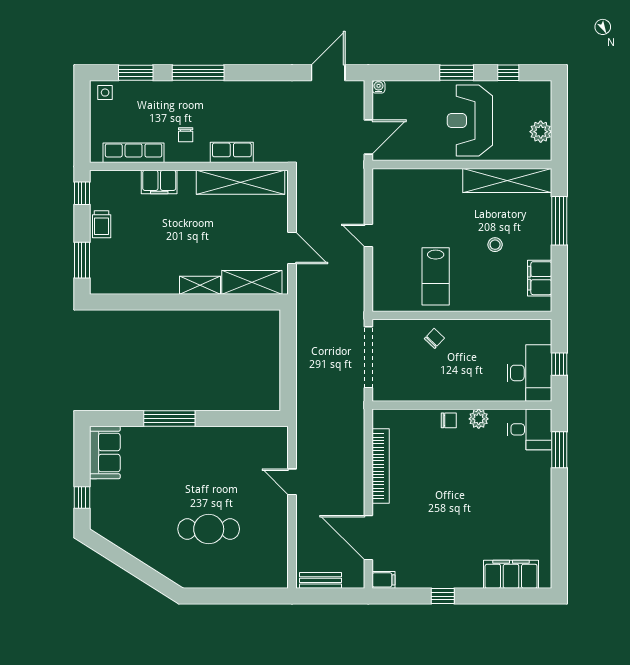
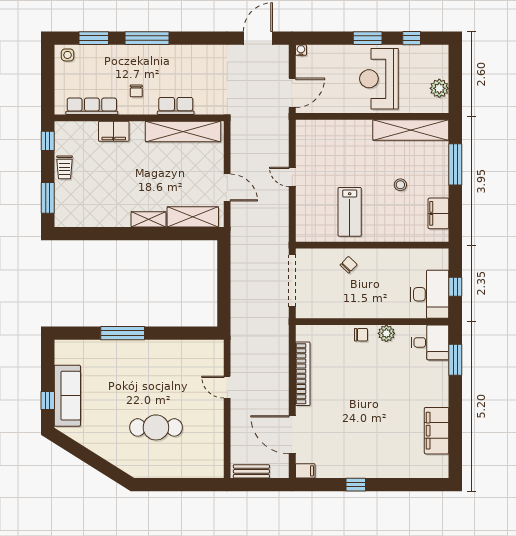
sofa: (105, 452) -> (67, 396), moved, width x1.36
filing cabinet: (511, 574) -> (437, 431), moved, turned -90

